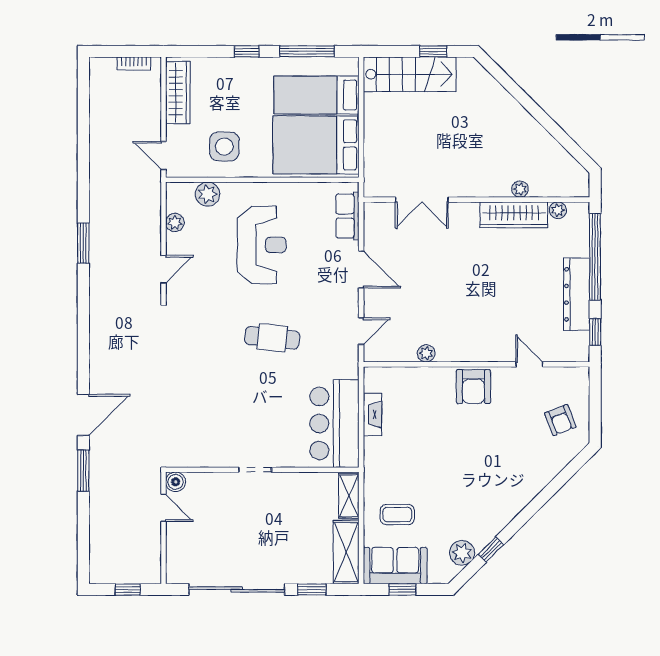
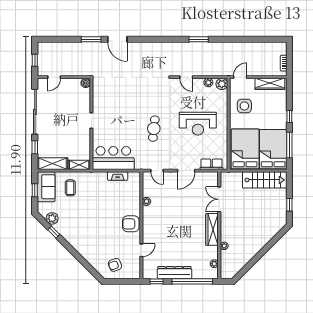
stairs: (410, 74) -> (264, 180), moved, turned -90
bed: (316, 95) -> (273, 150), width x1.50
plant: (207, 194) -> (222, 84), moved
wardrobe: (514, 215) -> (212, 229), moved
door: (163, 508) -> (54, 77), moved

